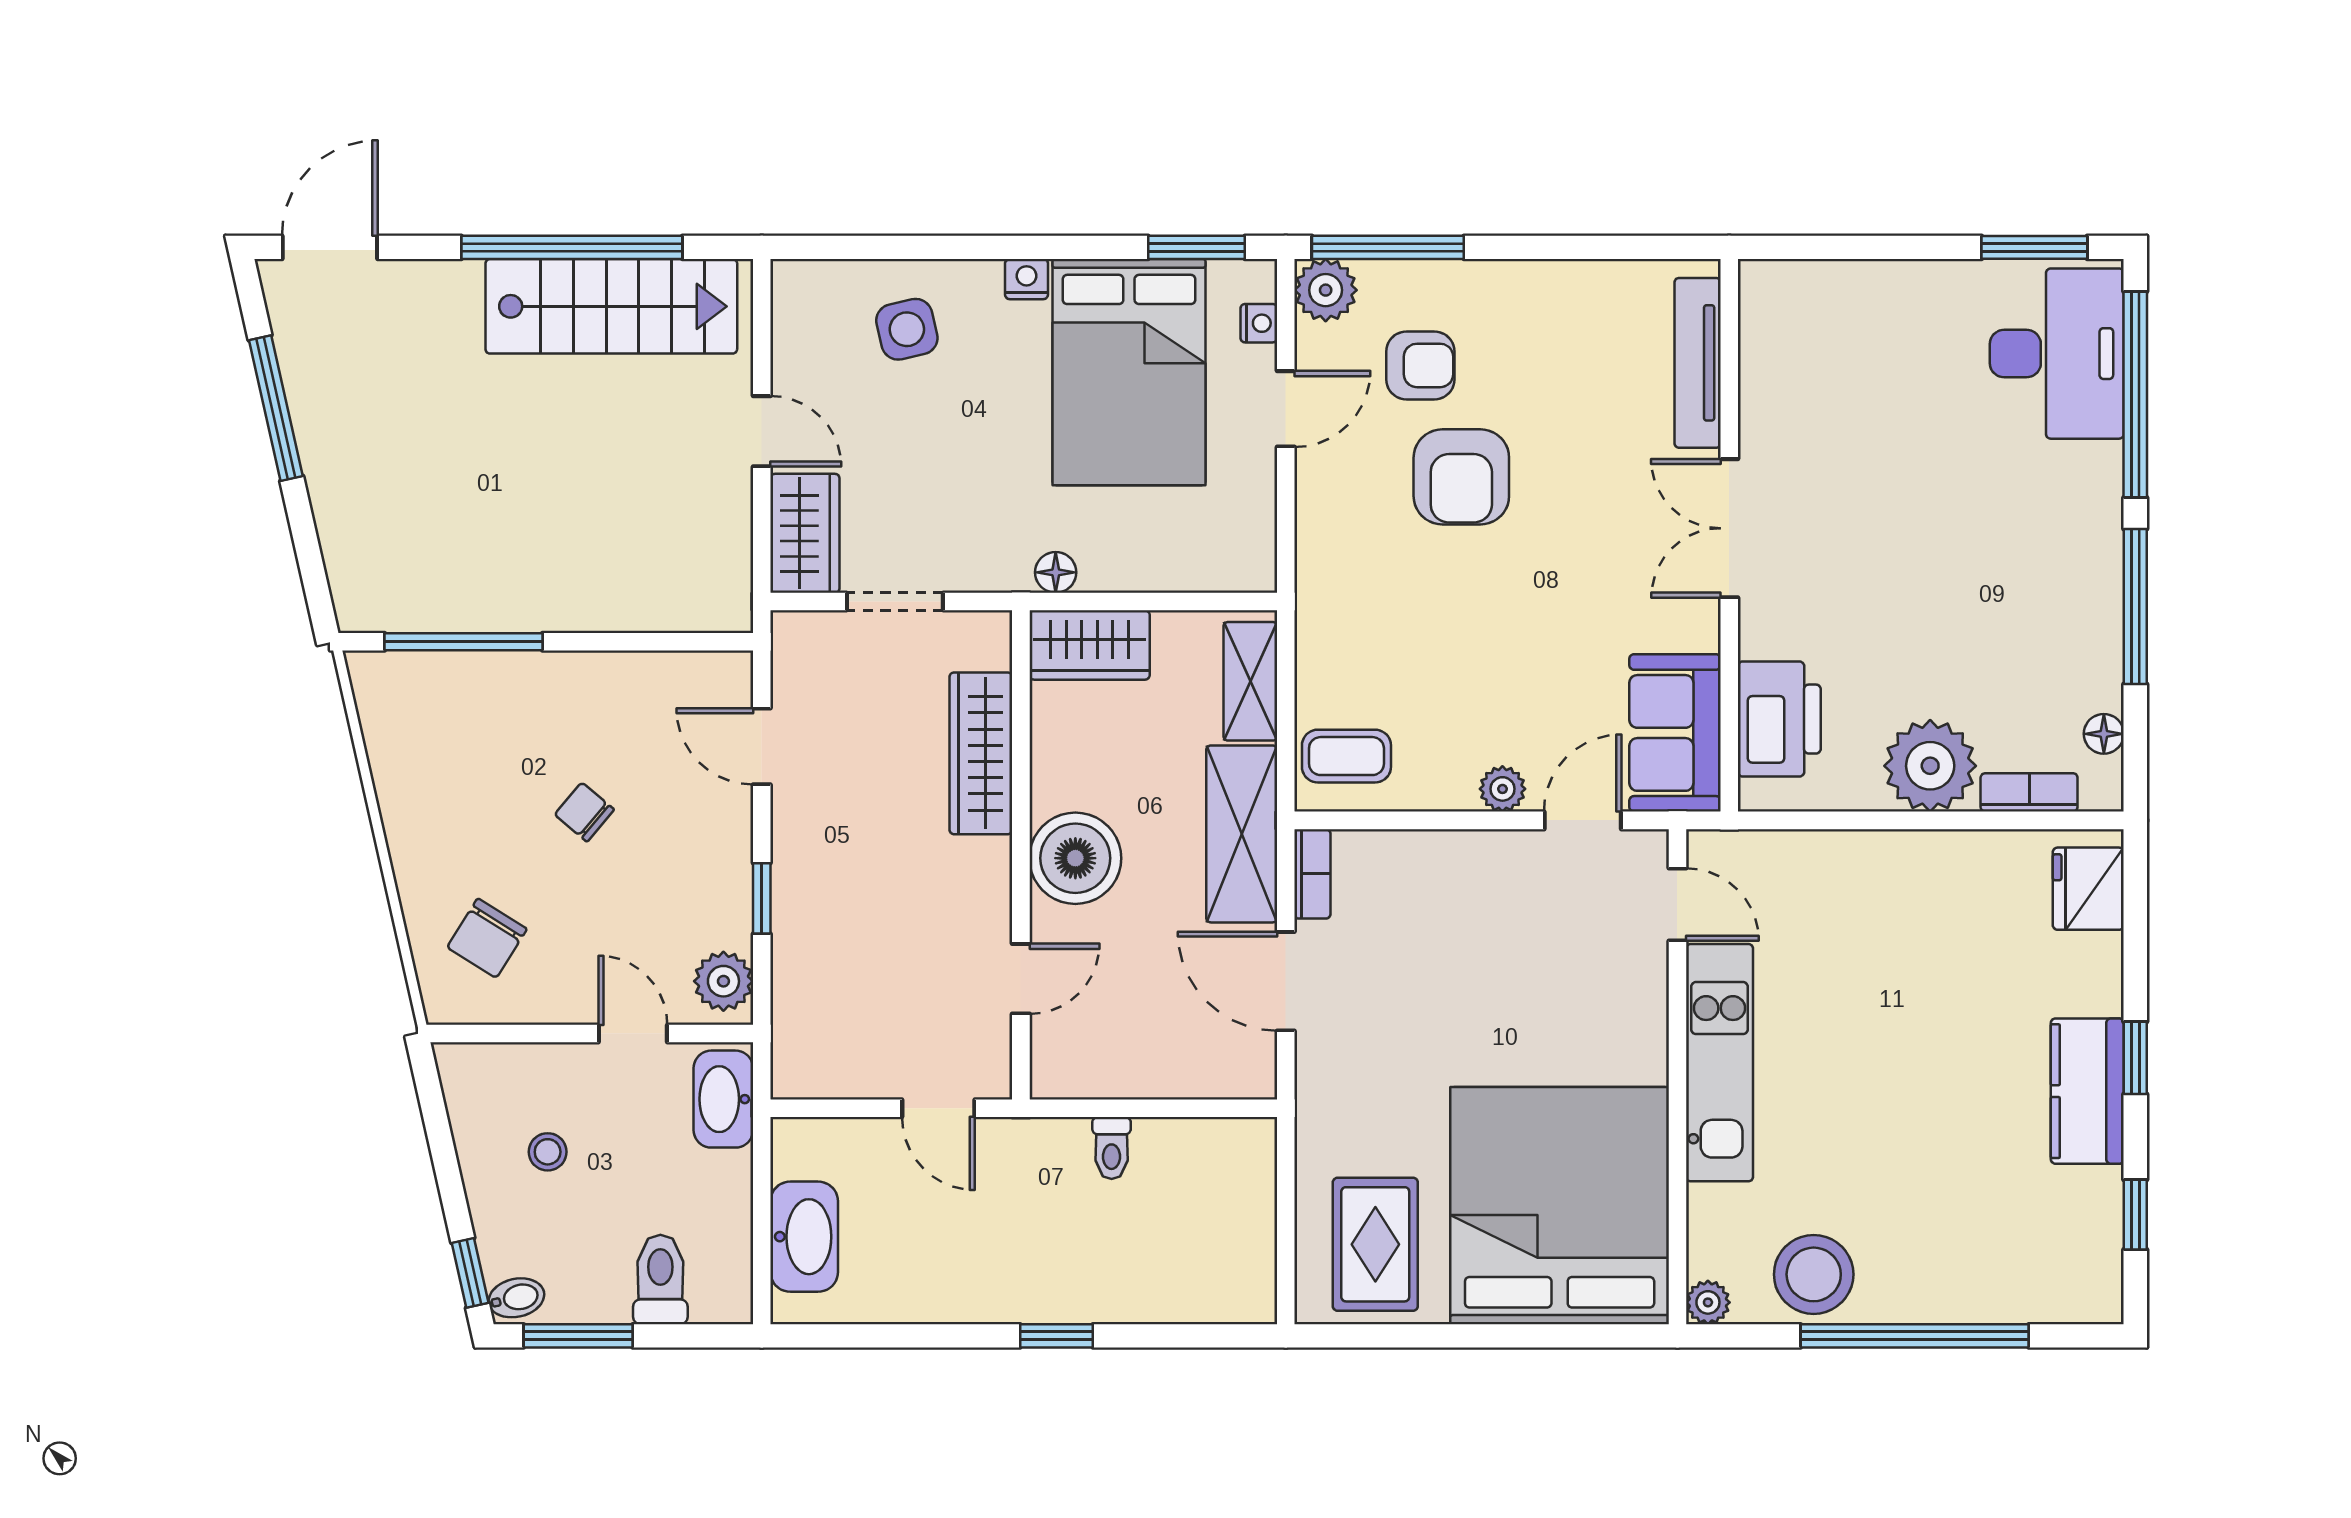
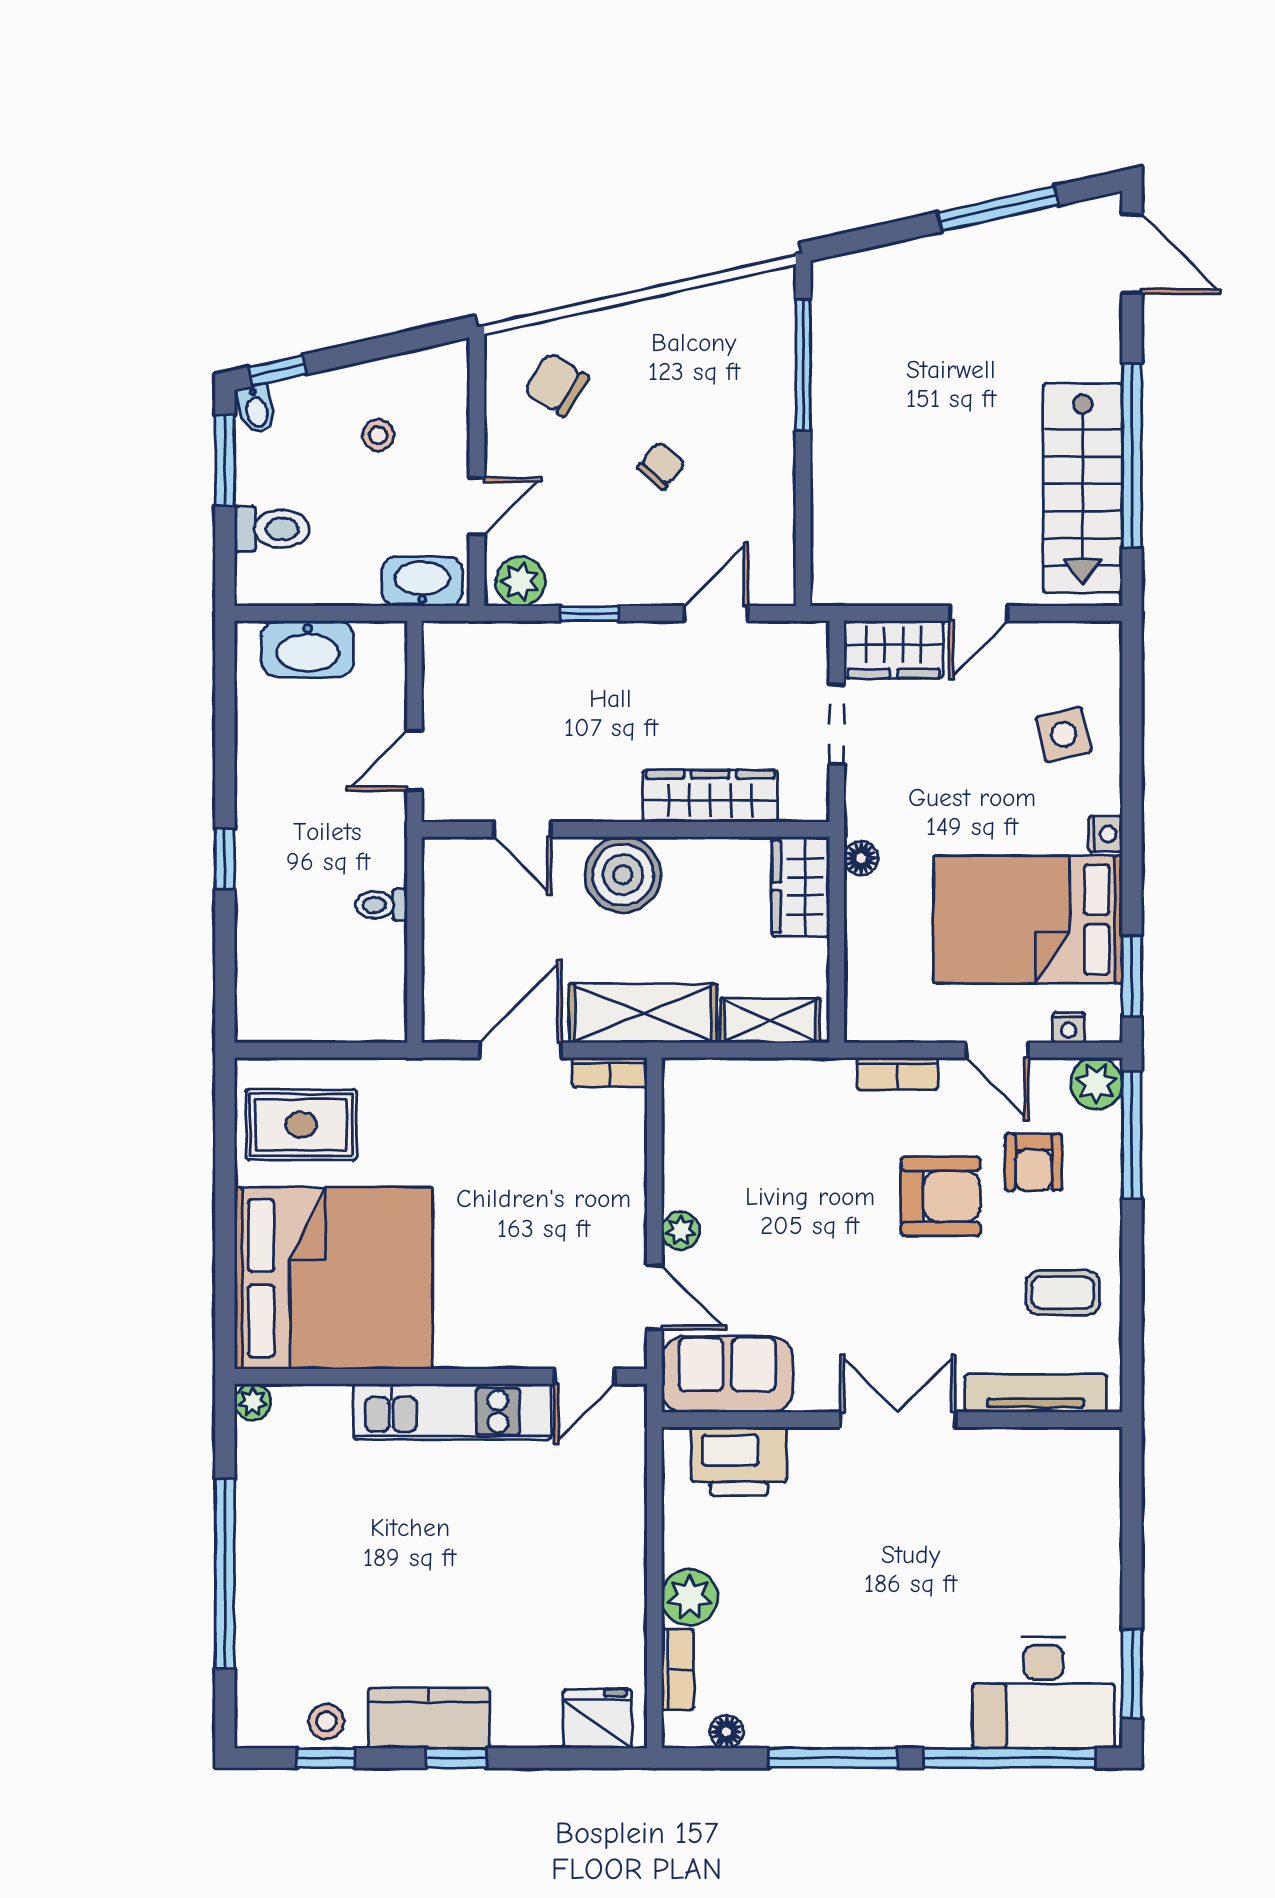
armchair: (1461, 477) -> (941, 1196), turned 180
bookcase: (1314, 529) -> (897, 1074), added
coffee table: (1346, 756) -> (1063, 1293), moved, turned 90
plant: (1930, 766) -> (690, 1597), width x0.73, depth x0.73
stool: (1814, 1274) -> (326, 1722), moved, width x0.53, depth x0.53

